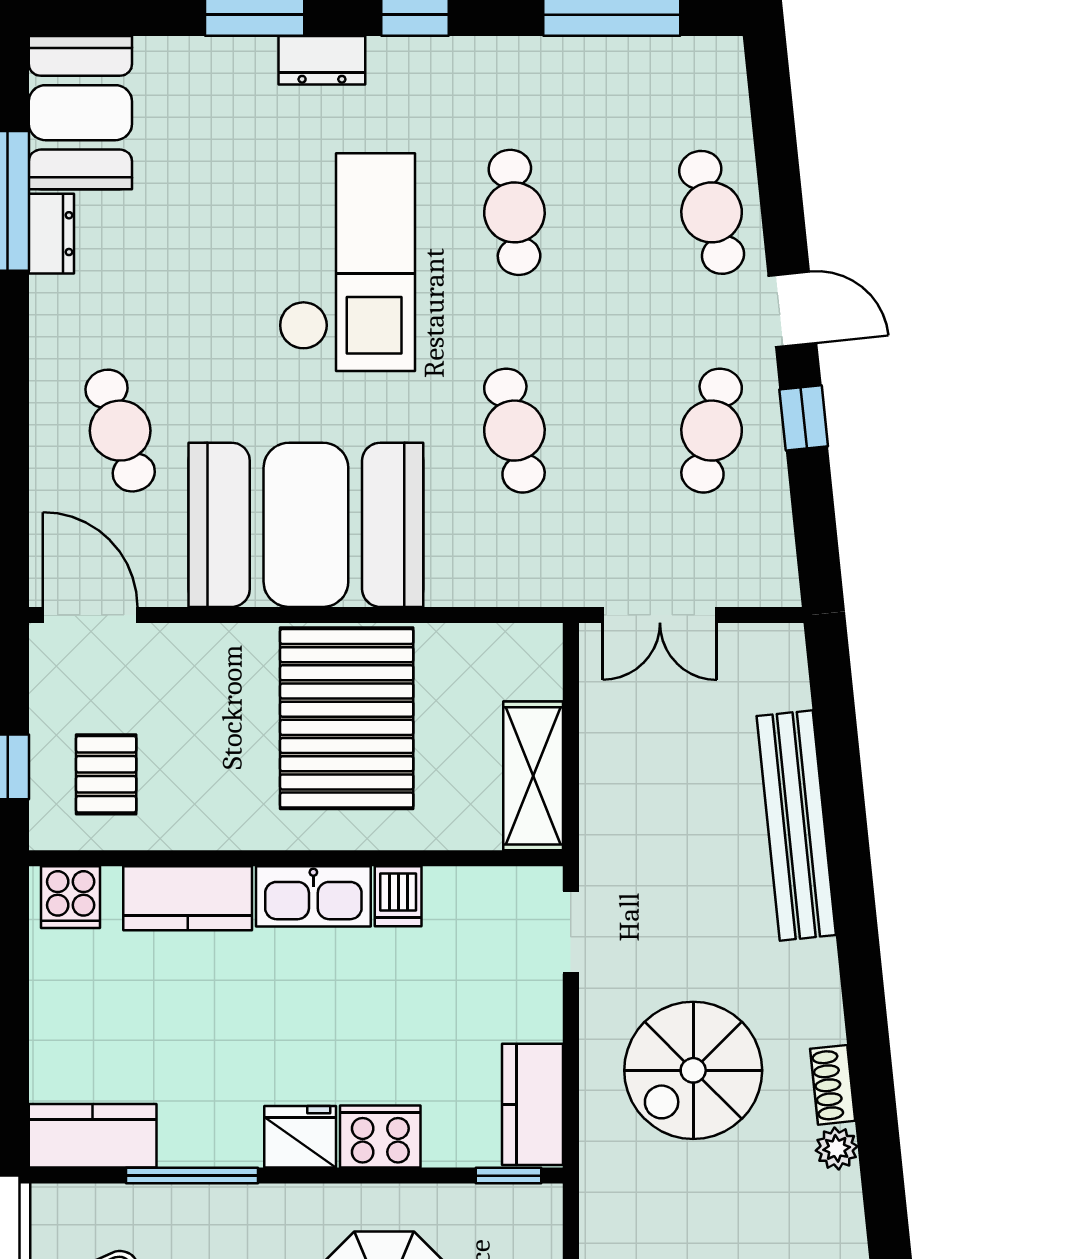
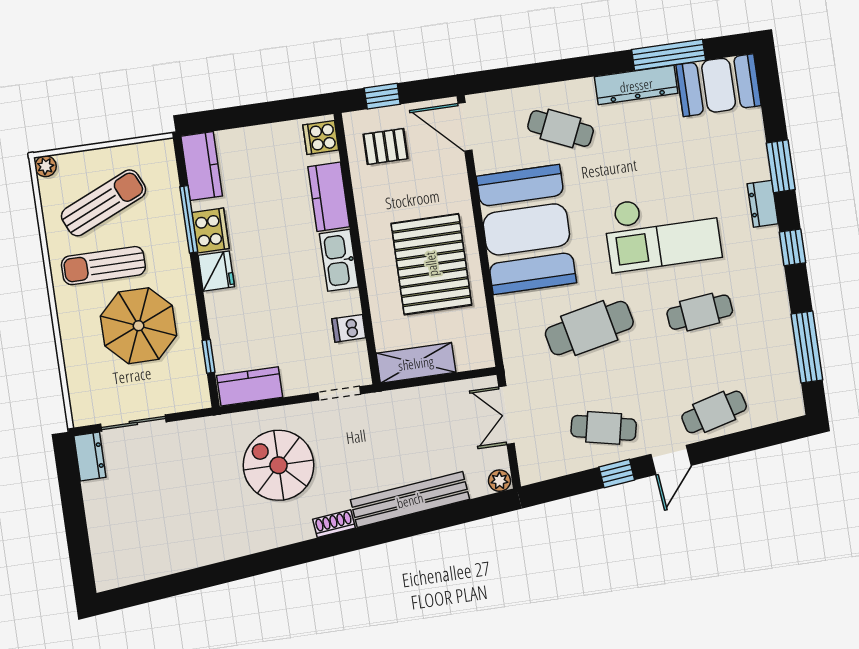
dresser: (51, 234) -> (636, 85), width x1.96, depth x1.24
cafe table: (120, 431) -> (561, 129), turned 42
cafe table: (514, 431) -> (589, 328), width x1.37, depth x1.35
door: (90, 615) -> (465, 127), swing flipped
pallet: (347, 718) -> (431, 264), turned 90
dishwasher: (398, 896) -> (349, 328), moved
shoe rack: (833, 1085) -> (334, 524), moved
cooker: (380, 1137) -> (210, 231), moved
plant: (837, 1148) -> (499, 481), moved
window: (508, 1176) -> (208, 356), moved

